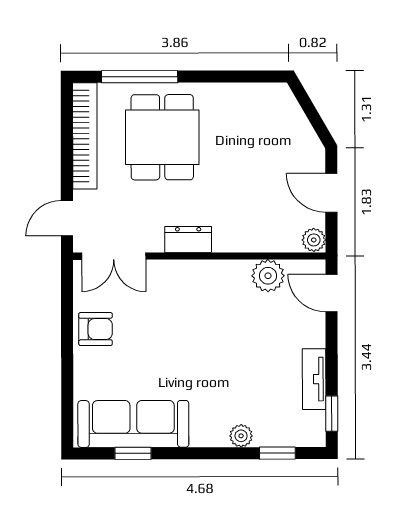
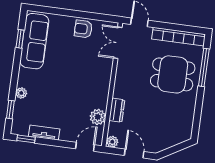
door: (331, 193) -> (134, 153), hinge flipped
dresser: (188, 239) -> (117, 110), moved
armchair: (96, 329) -> (83, 29), turned 90

